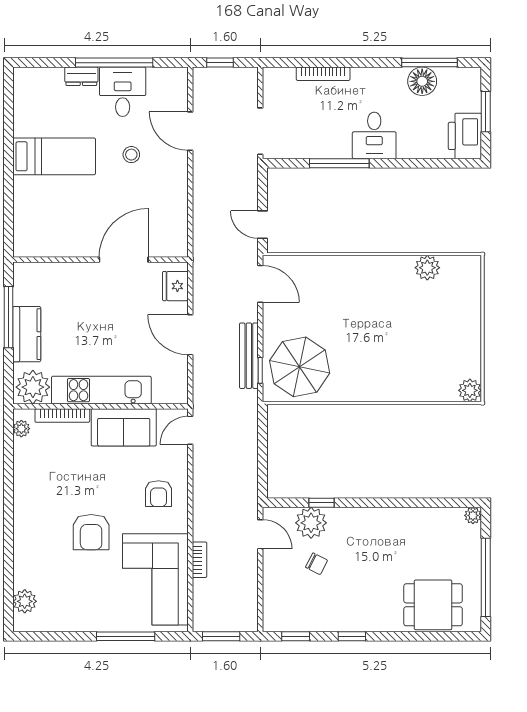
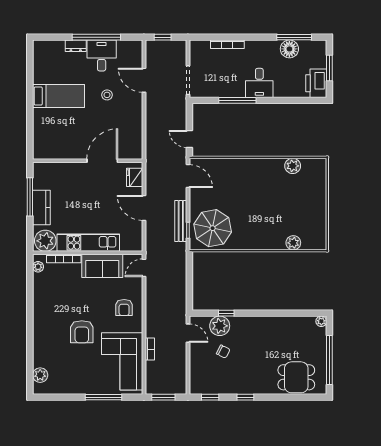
plant: (470, 390) -> (293, 243), moved

